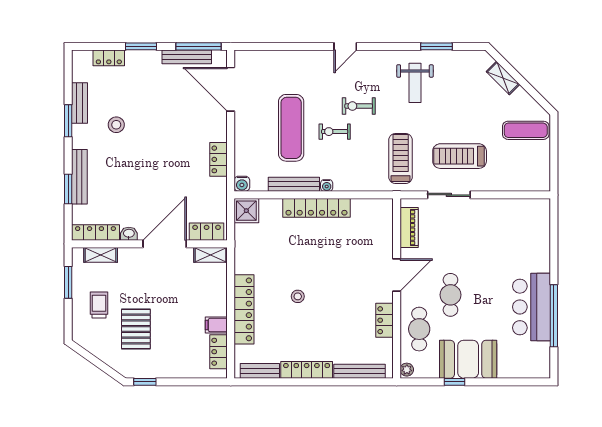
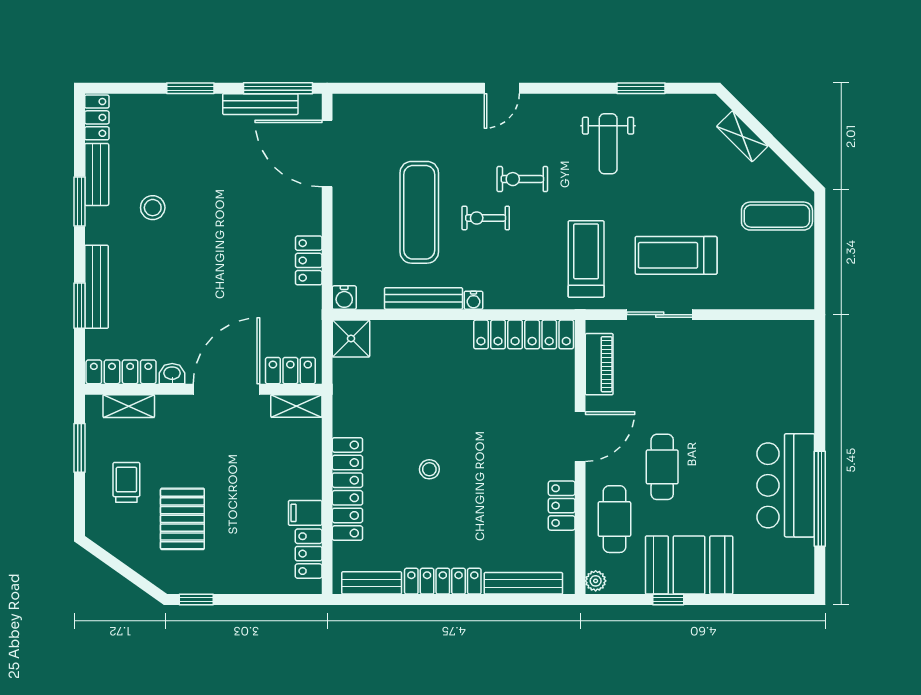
locker: (109, 58) -> (97, 117), moved, turned -90
locker: (316, 208) -> (524, 334), moved

